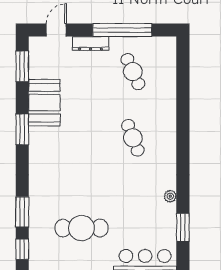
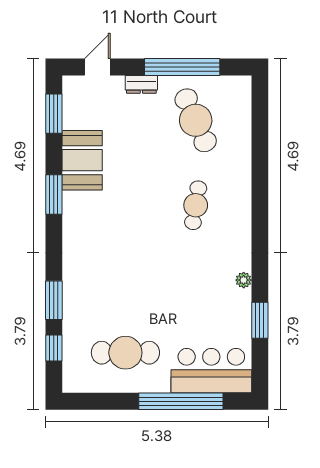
dresser: (91, 43) -> (141, 84), width x0.70
cafe table: (133, 72) -> (196, 120), width x1.37, depth x1.35
cafe table: (133, 138) -> (196, 205), turned 30
cafe table: (82, 228) -> (125, 353), moved

